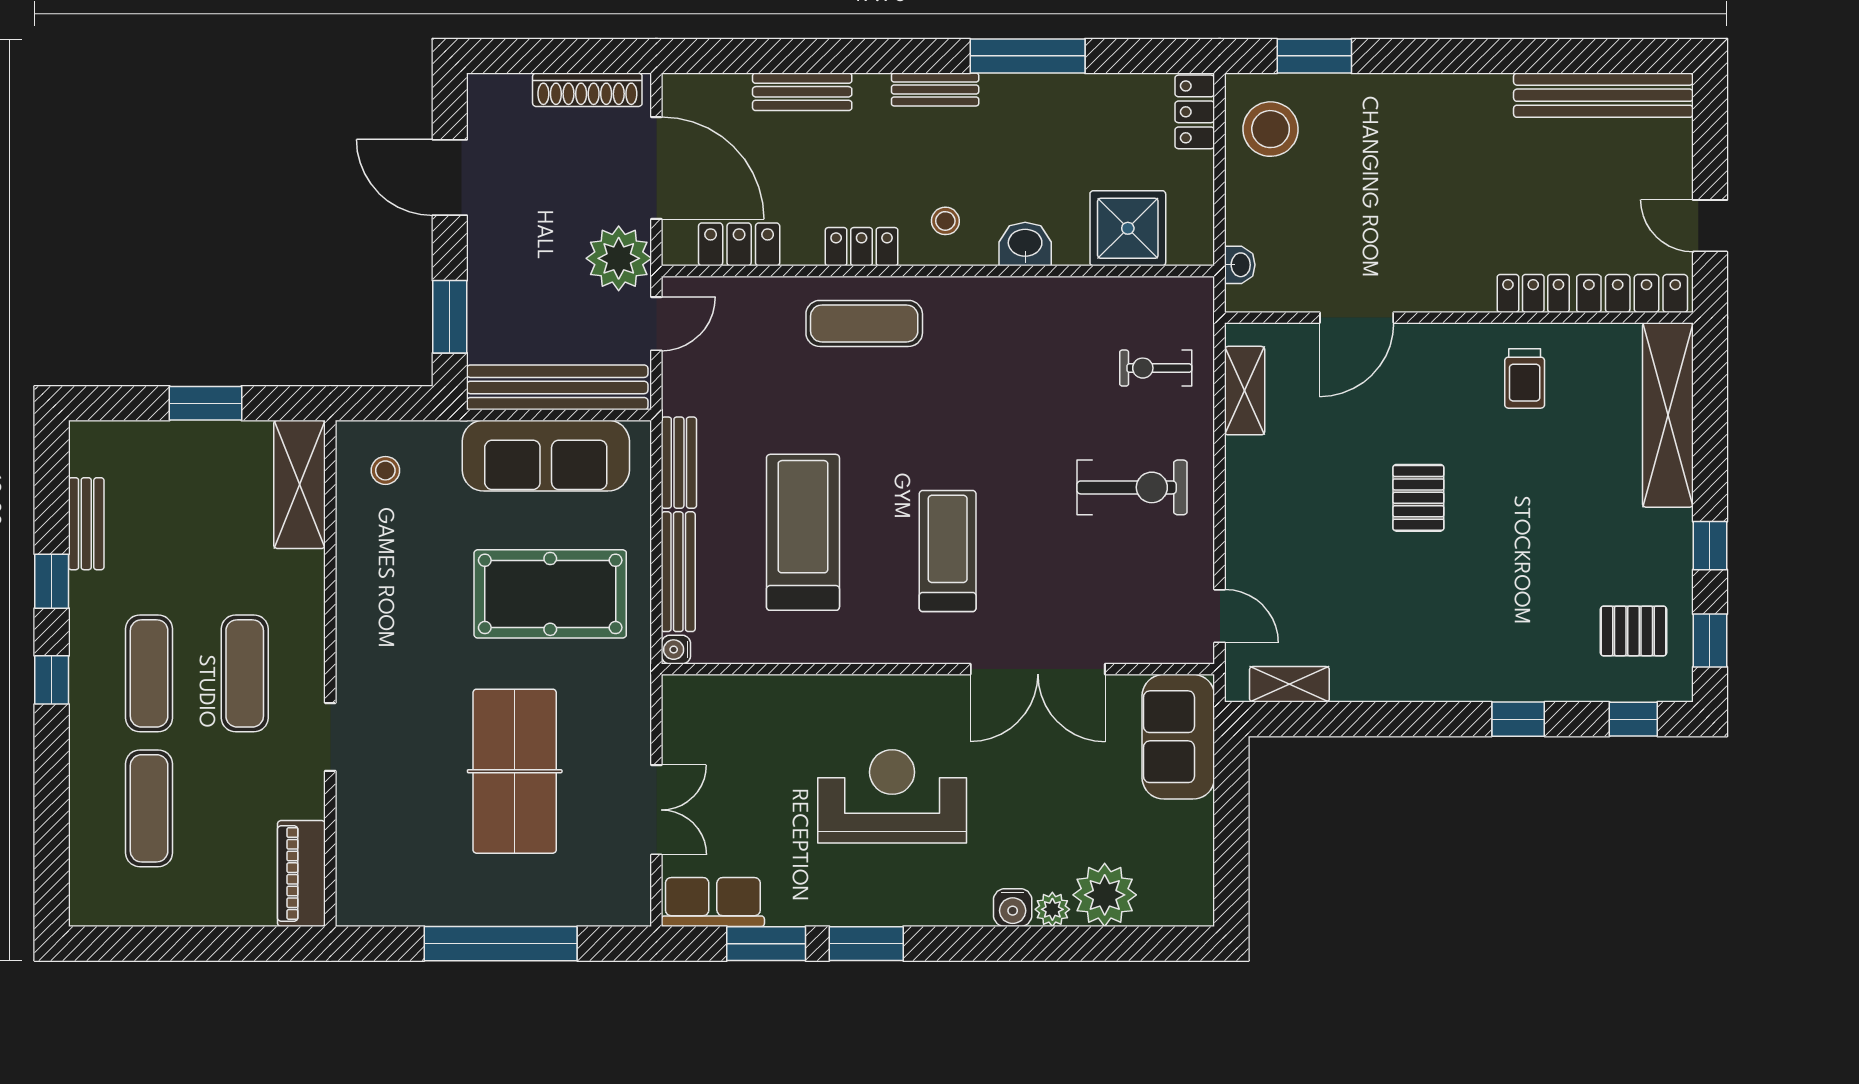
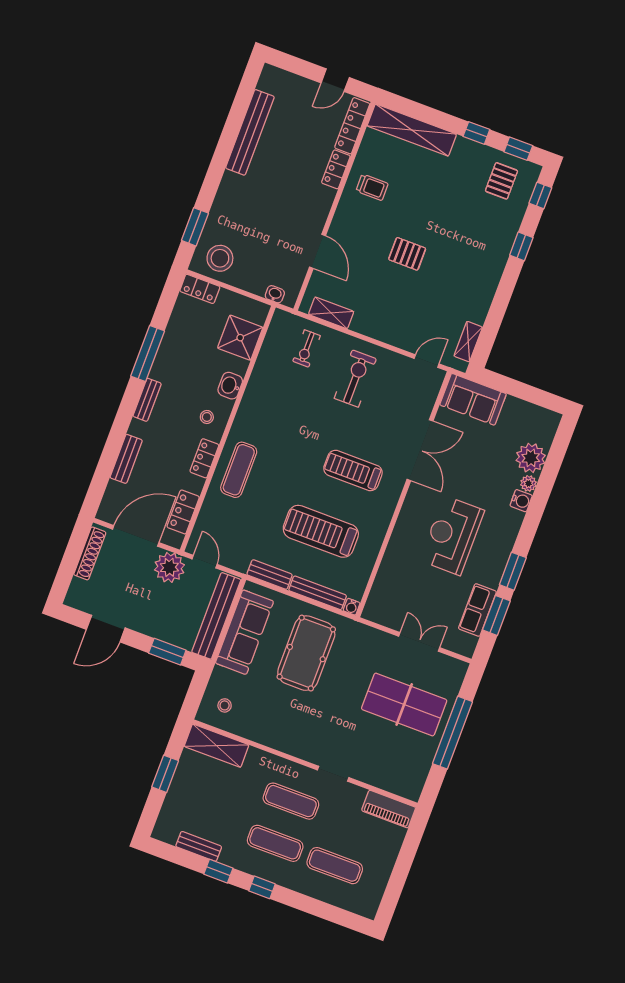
bench: (1603, 95) -> (250, 132), moved
table tennis table: (515, 771) -> (404, 705), moved
row of seats: (713, 902) -> (477, 610), moved

